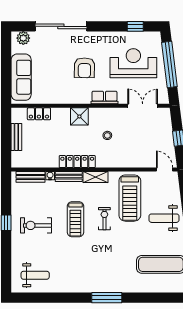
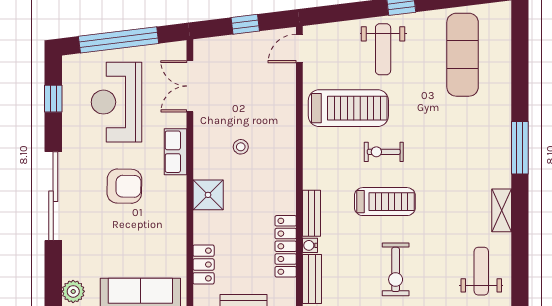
sliding door: (61, 26) -> (53, 196), moved
locker: (77, 162) -> (286, 246), moved
shelving: (96, 177) -> (502, 210), moved

